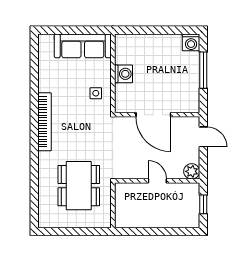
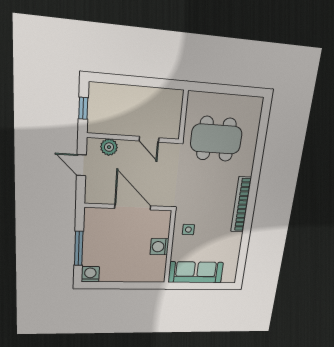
door: (203, 137) -> (81, 165), moved
plant: (192, 171) -> (109, 147), moved
door: (157, 181) -> (149, 139), moved
dining table: (79, 186) -> (216, 139), turned 90

